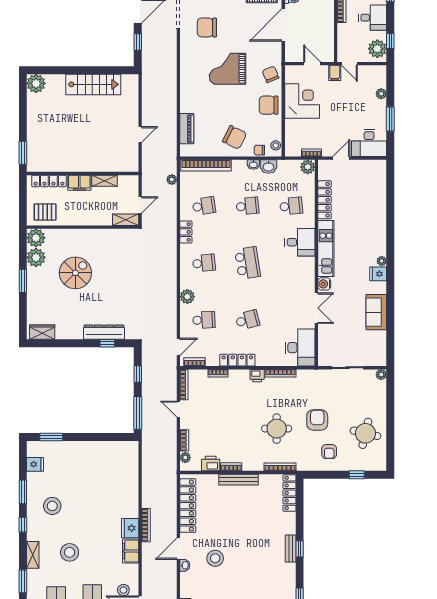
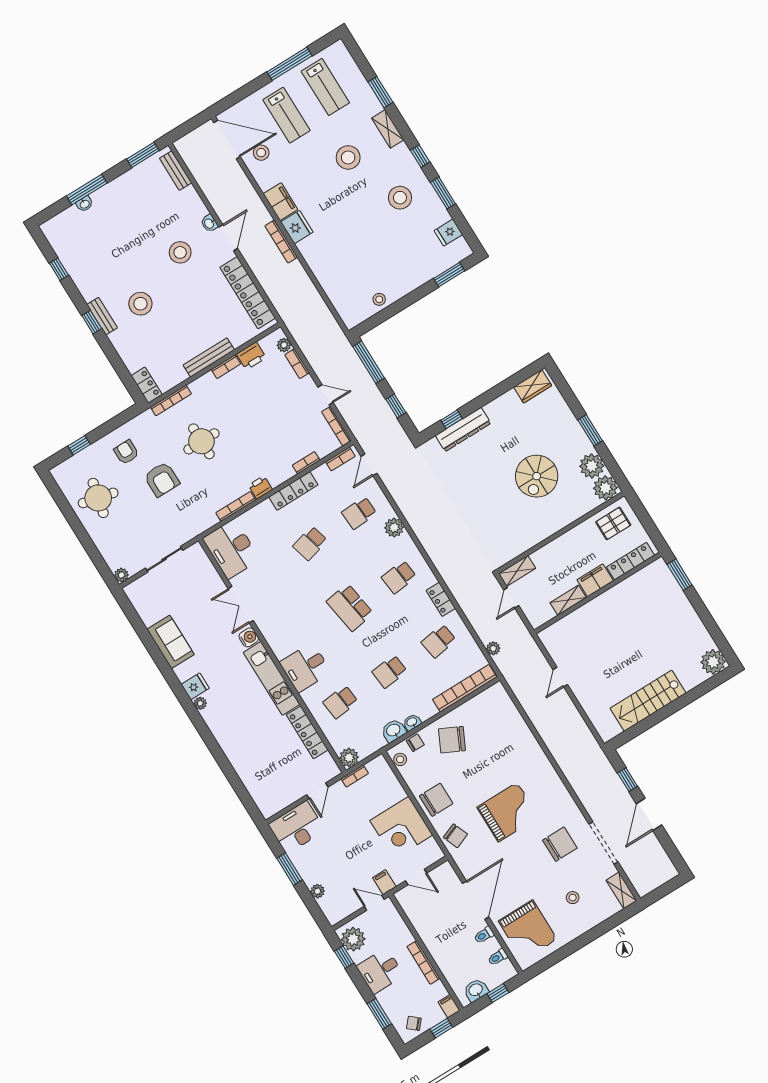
piano: (187, 129) -> (512, 716), removed
stool: (106, 449) -> (379, 299), added
locker: (289, 493) -> (147, 385), width x0.66
stool: (261, 541) -> (140, 304), added

